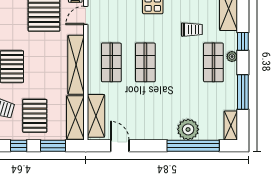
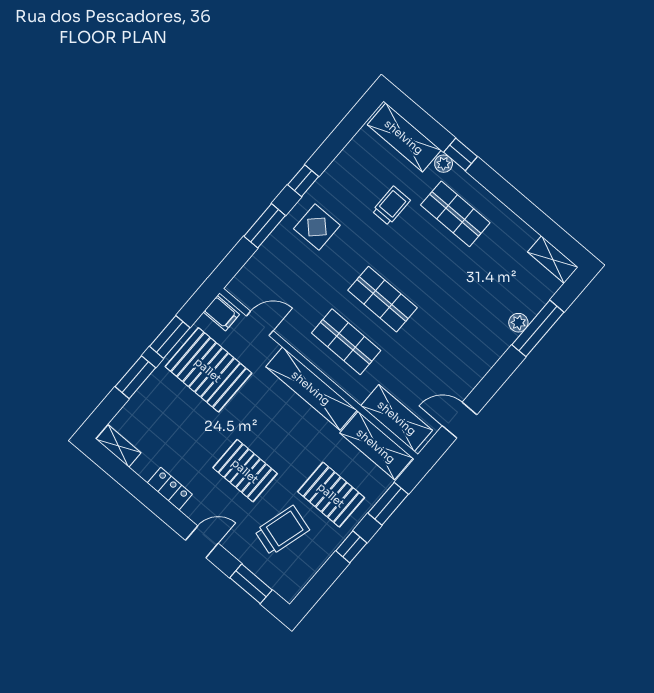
door: (86, 15) -> (260, 323), swing flipped
plant: (232, 57) -> (444, 164), moved
window: (243, 92) -> (524, 209), removed
plant: (188, 129) -> (518, 323), width x0.53, depth x0.53
window: (193, 146) -> (538, 328), width x0.68

